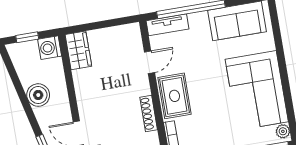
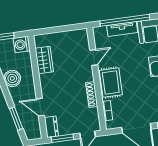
tv unit: (167, 25) -> (122, 29), moved
wardrobe: (78, 50) -> (44, 60), moved

